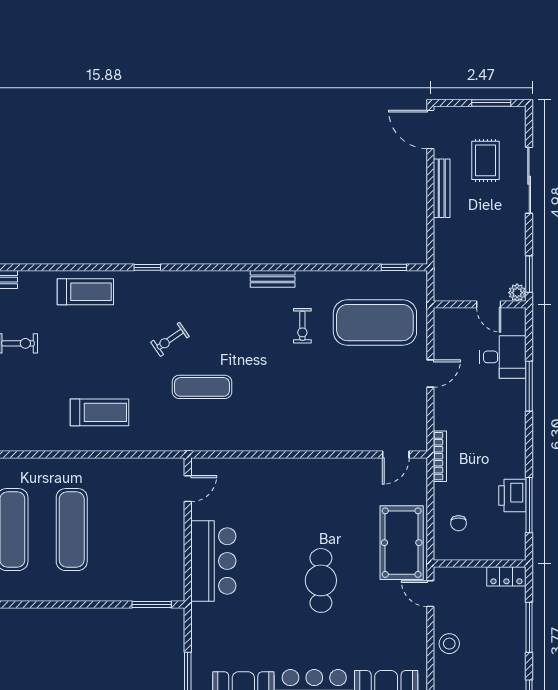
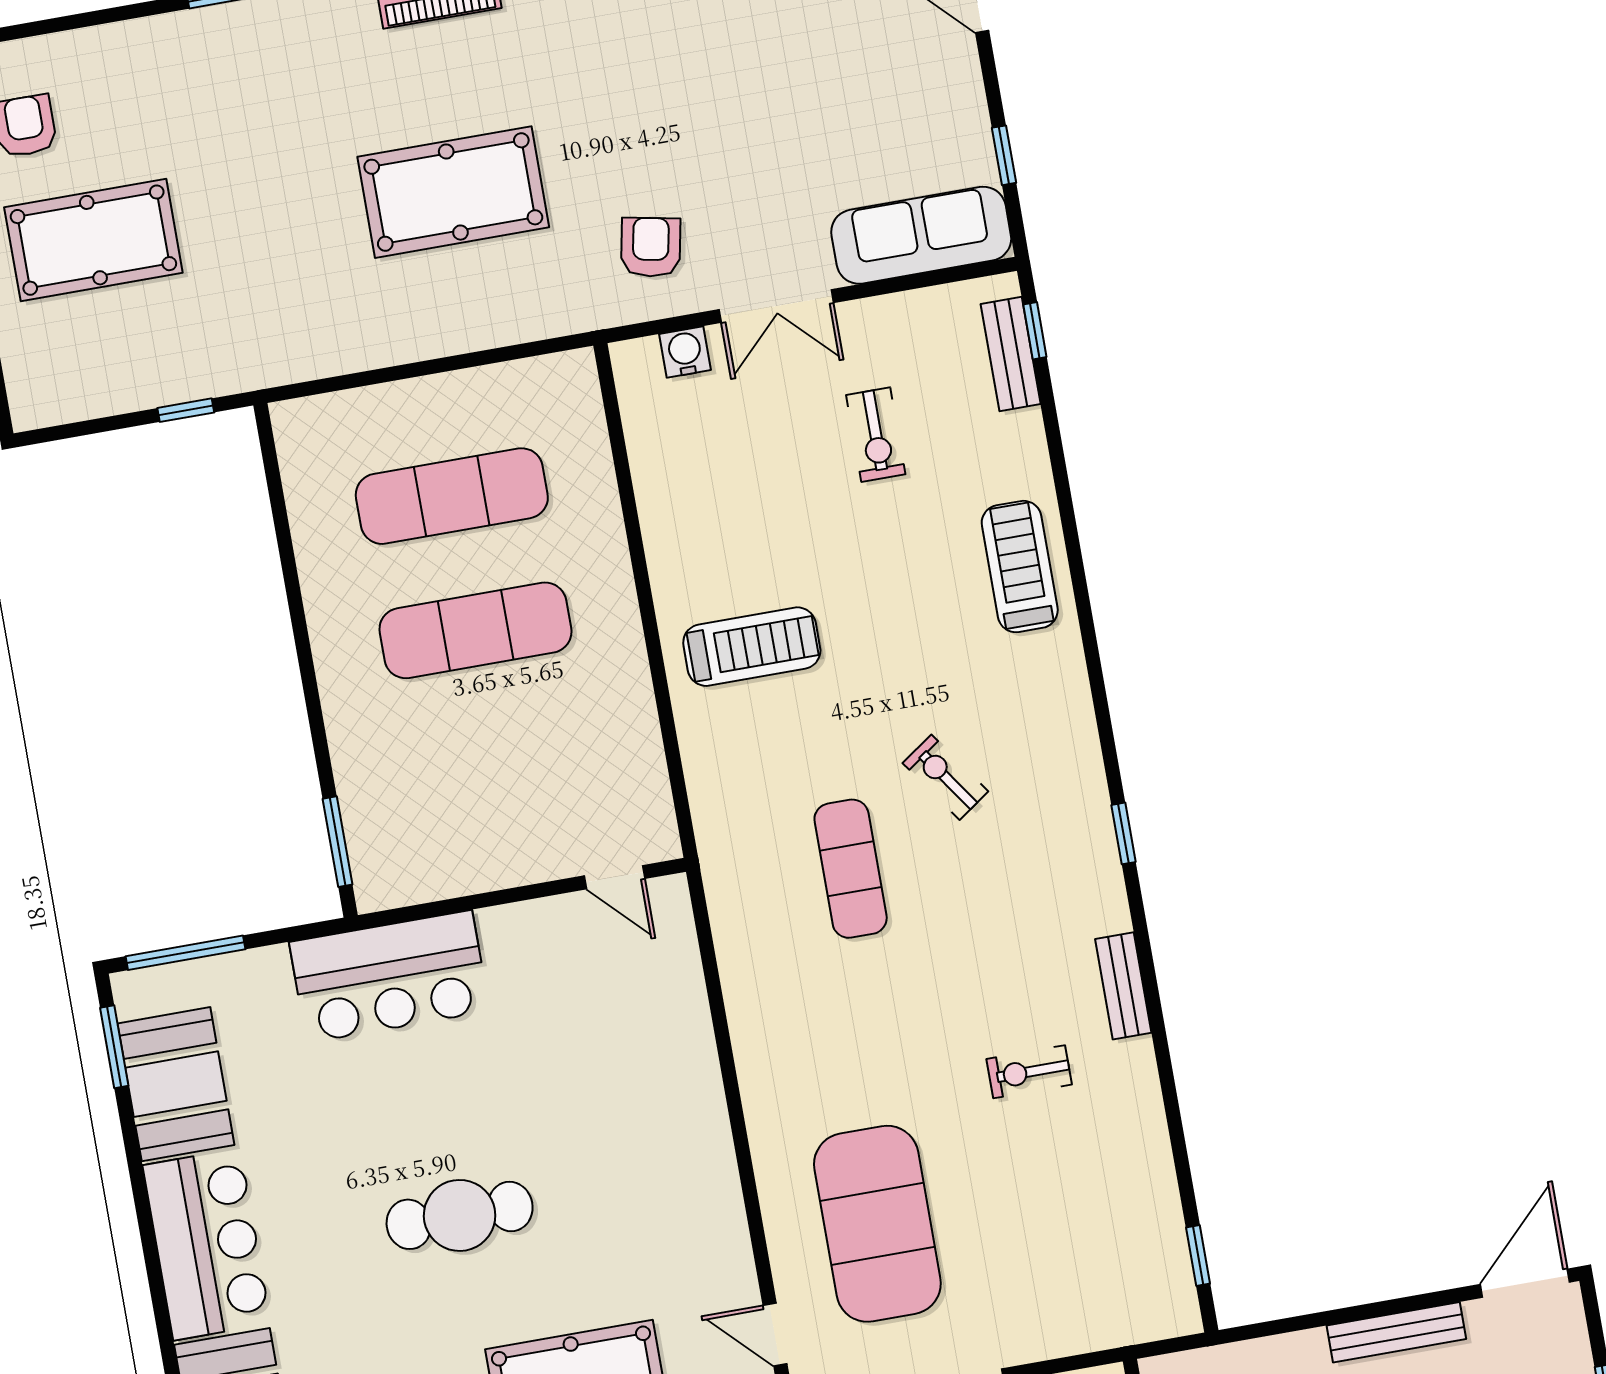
window: (147, 267) -> (1123, 833), moved
treadmill: (85, 292) -> (1020, 567), turned 180
exercise mat: (375, 323) -> (877, 1224), moved
treadmill: (99, 412) -> (752, 647), turned -90
bar counter: (213, 561) -> (389, 976), moved

